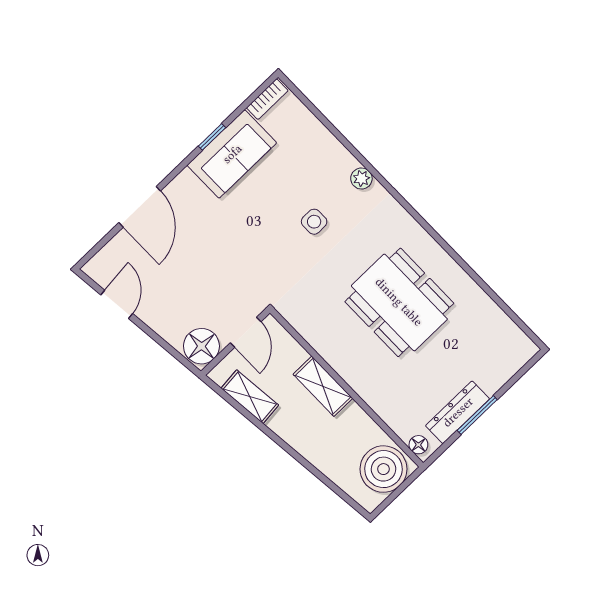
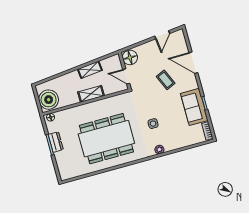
coffee table: (208, 245) -> (166, 80), added
dining table: (399, 302) -> (106, 139), width x1.36, depth x1.24
door: (117, 304) -> (162, 35), hinge flipped
shelving: (250, 397) -> (90, 70), moved
dresser: (458, 412) -> (56, 142), width x0.70

